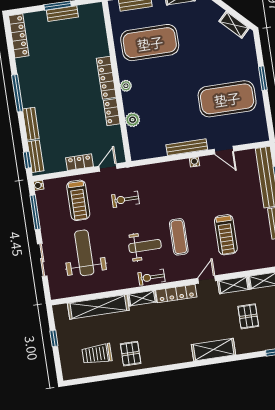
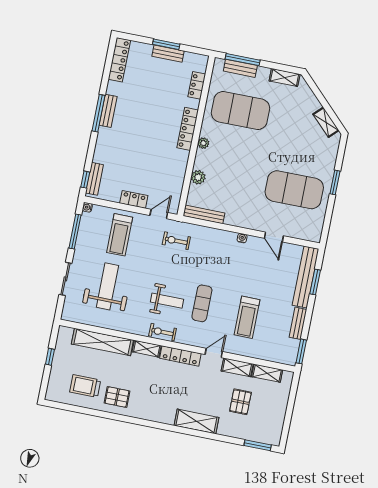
locker: (112, 112) -> (197, 85), moved
bench: (31, 124) -> (108, 111), moved
bench: (187, 147) -> (204, 214), moved
exercise bike: (125, 199) -> (176, 241), moved
pallet: (131, 354) -> (117, 397), turned 90

